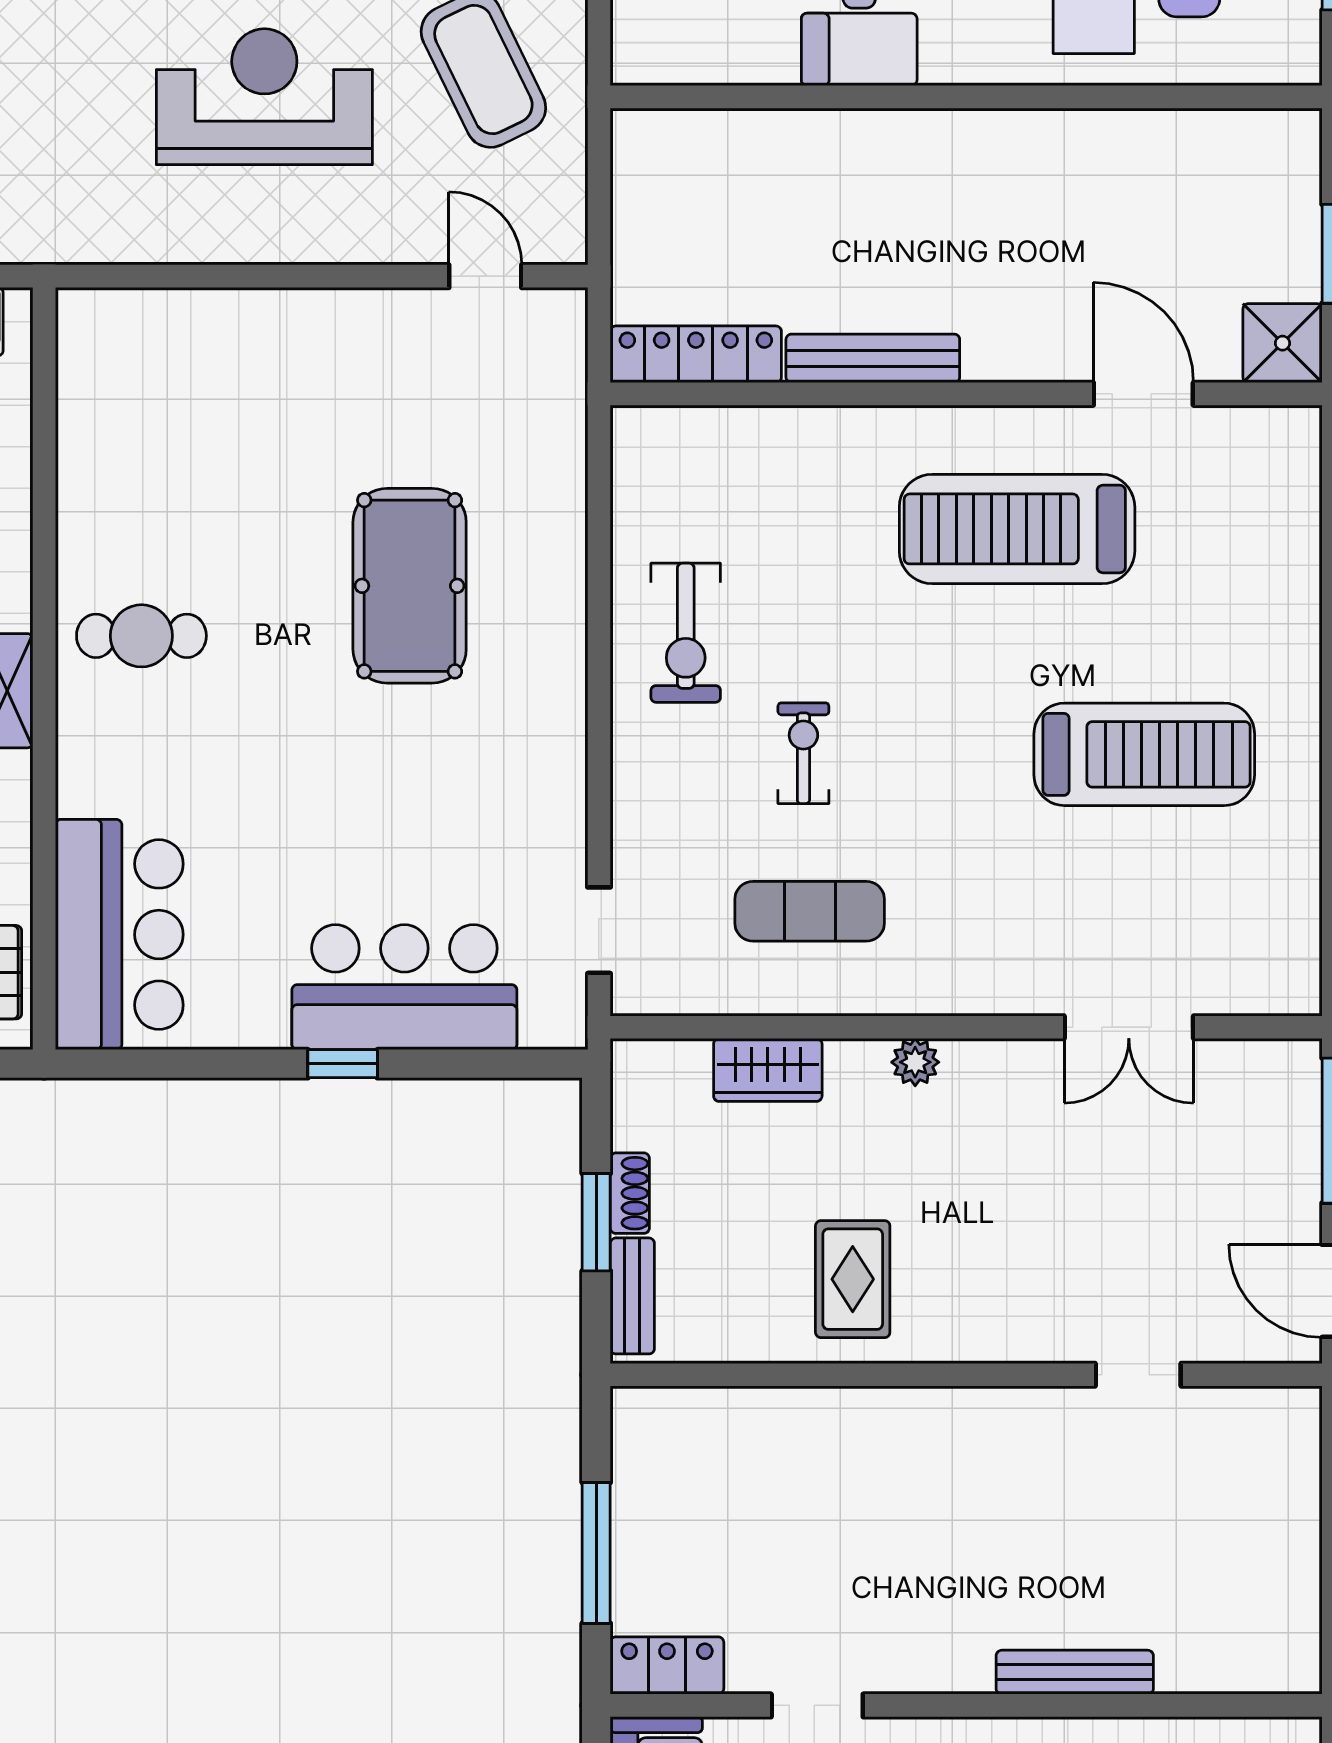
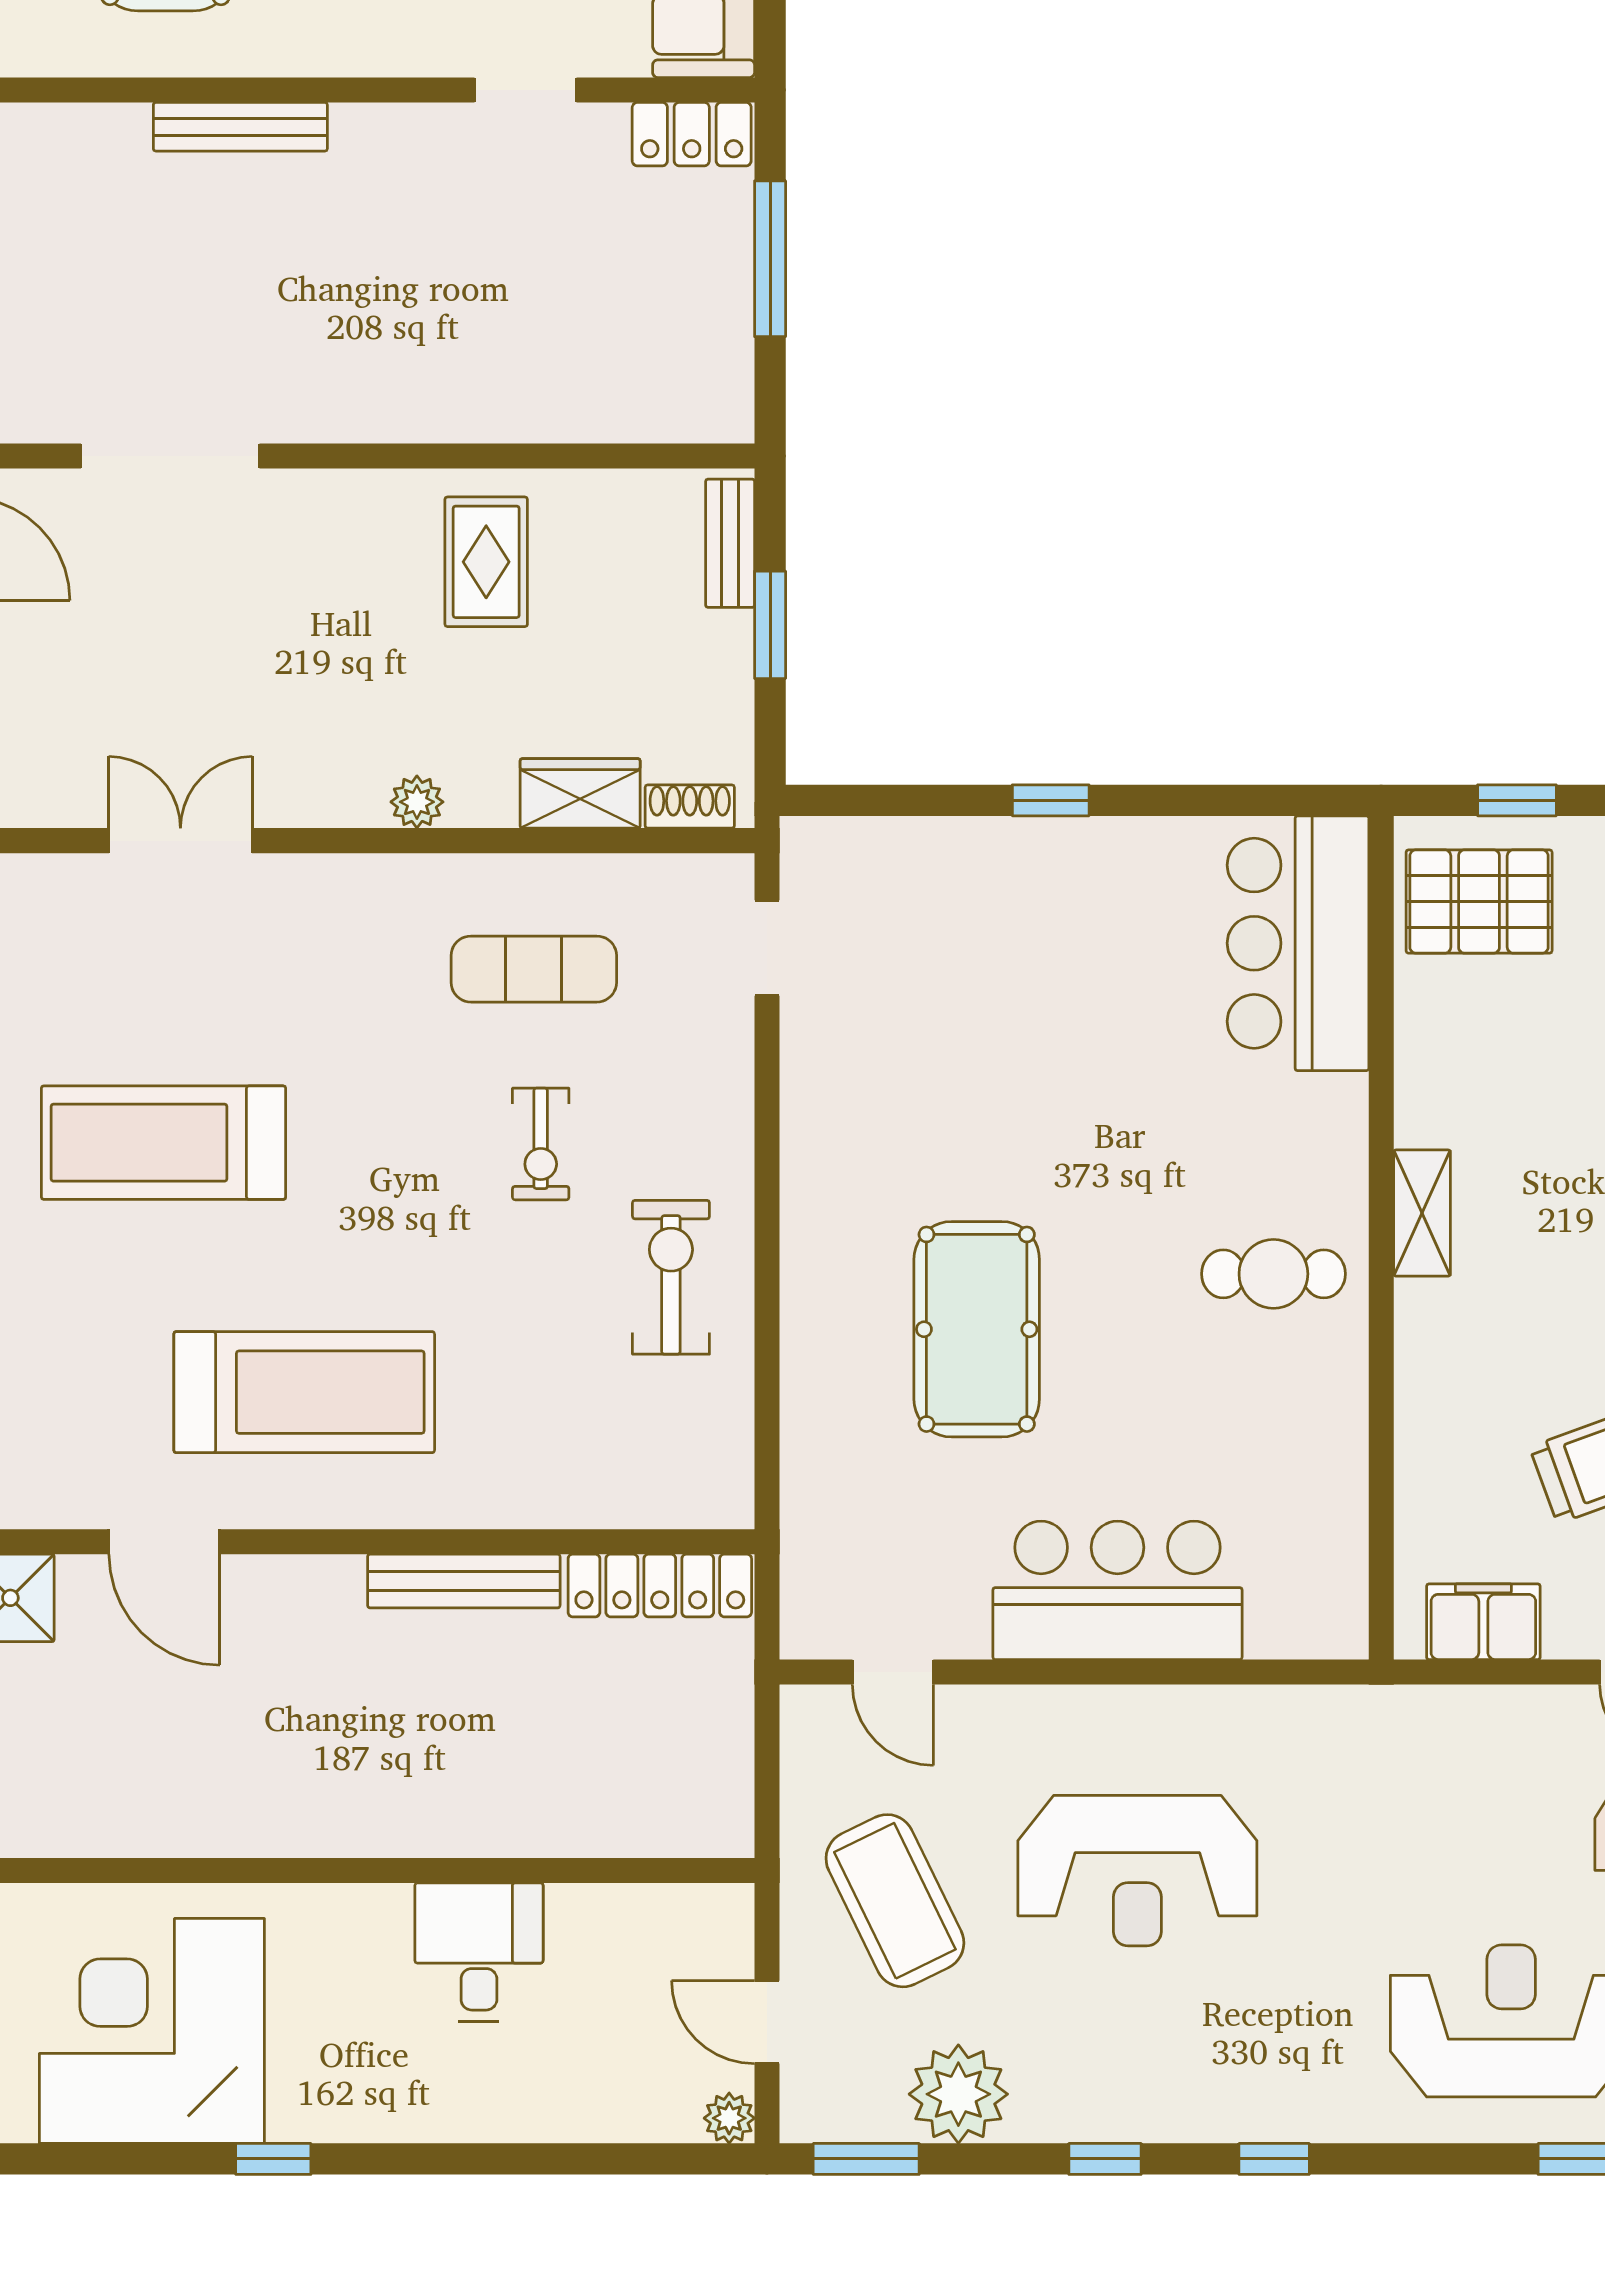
bar counter: (404, 987) -> (1117, 1590), moved, turned 180
shoe rack: (630, 1193) -> (690, 807), moved, turned 90
doorway: (1138, 1375) -> (170, 456), width x1.87

